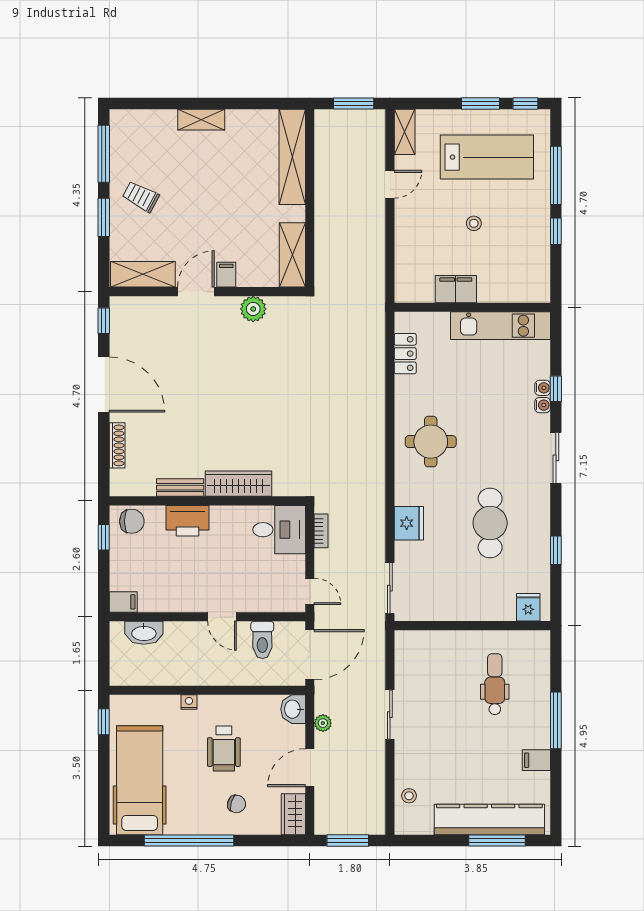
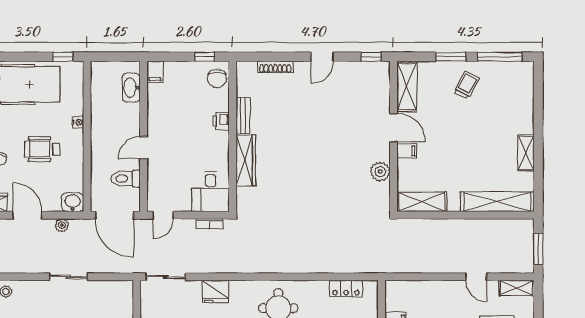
shelving: (201, 120) -> (526, 153), moved
door: (104, 385) -> (322, 57), width x0.53
printer: (188, 521) -> (221, 121), width x0.53, depth x0.68

